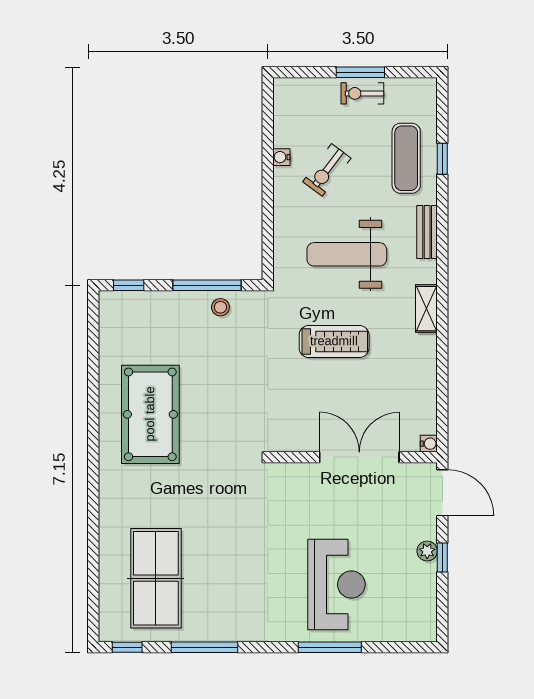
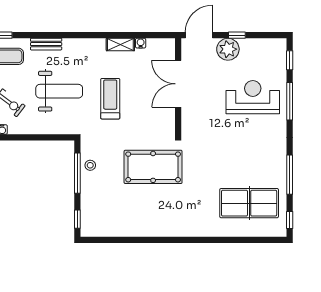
weight bench: (347, 254) -> (59, 91), turned -90
shelving: (426, 309) -> (120, 44), moved
pool table: (150, 414) -> (153, 167), moved
water cooler: (429, 444) -> (141, 43), moved
plant: (427, 551) -> (228, 49), width x1.88, depth x1.88
window: (400, 647) -> (290, 60), added

